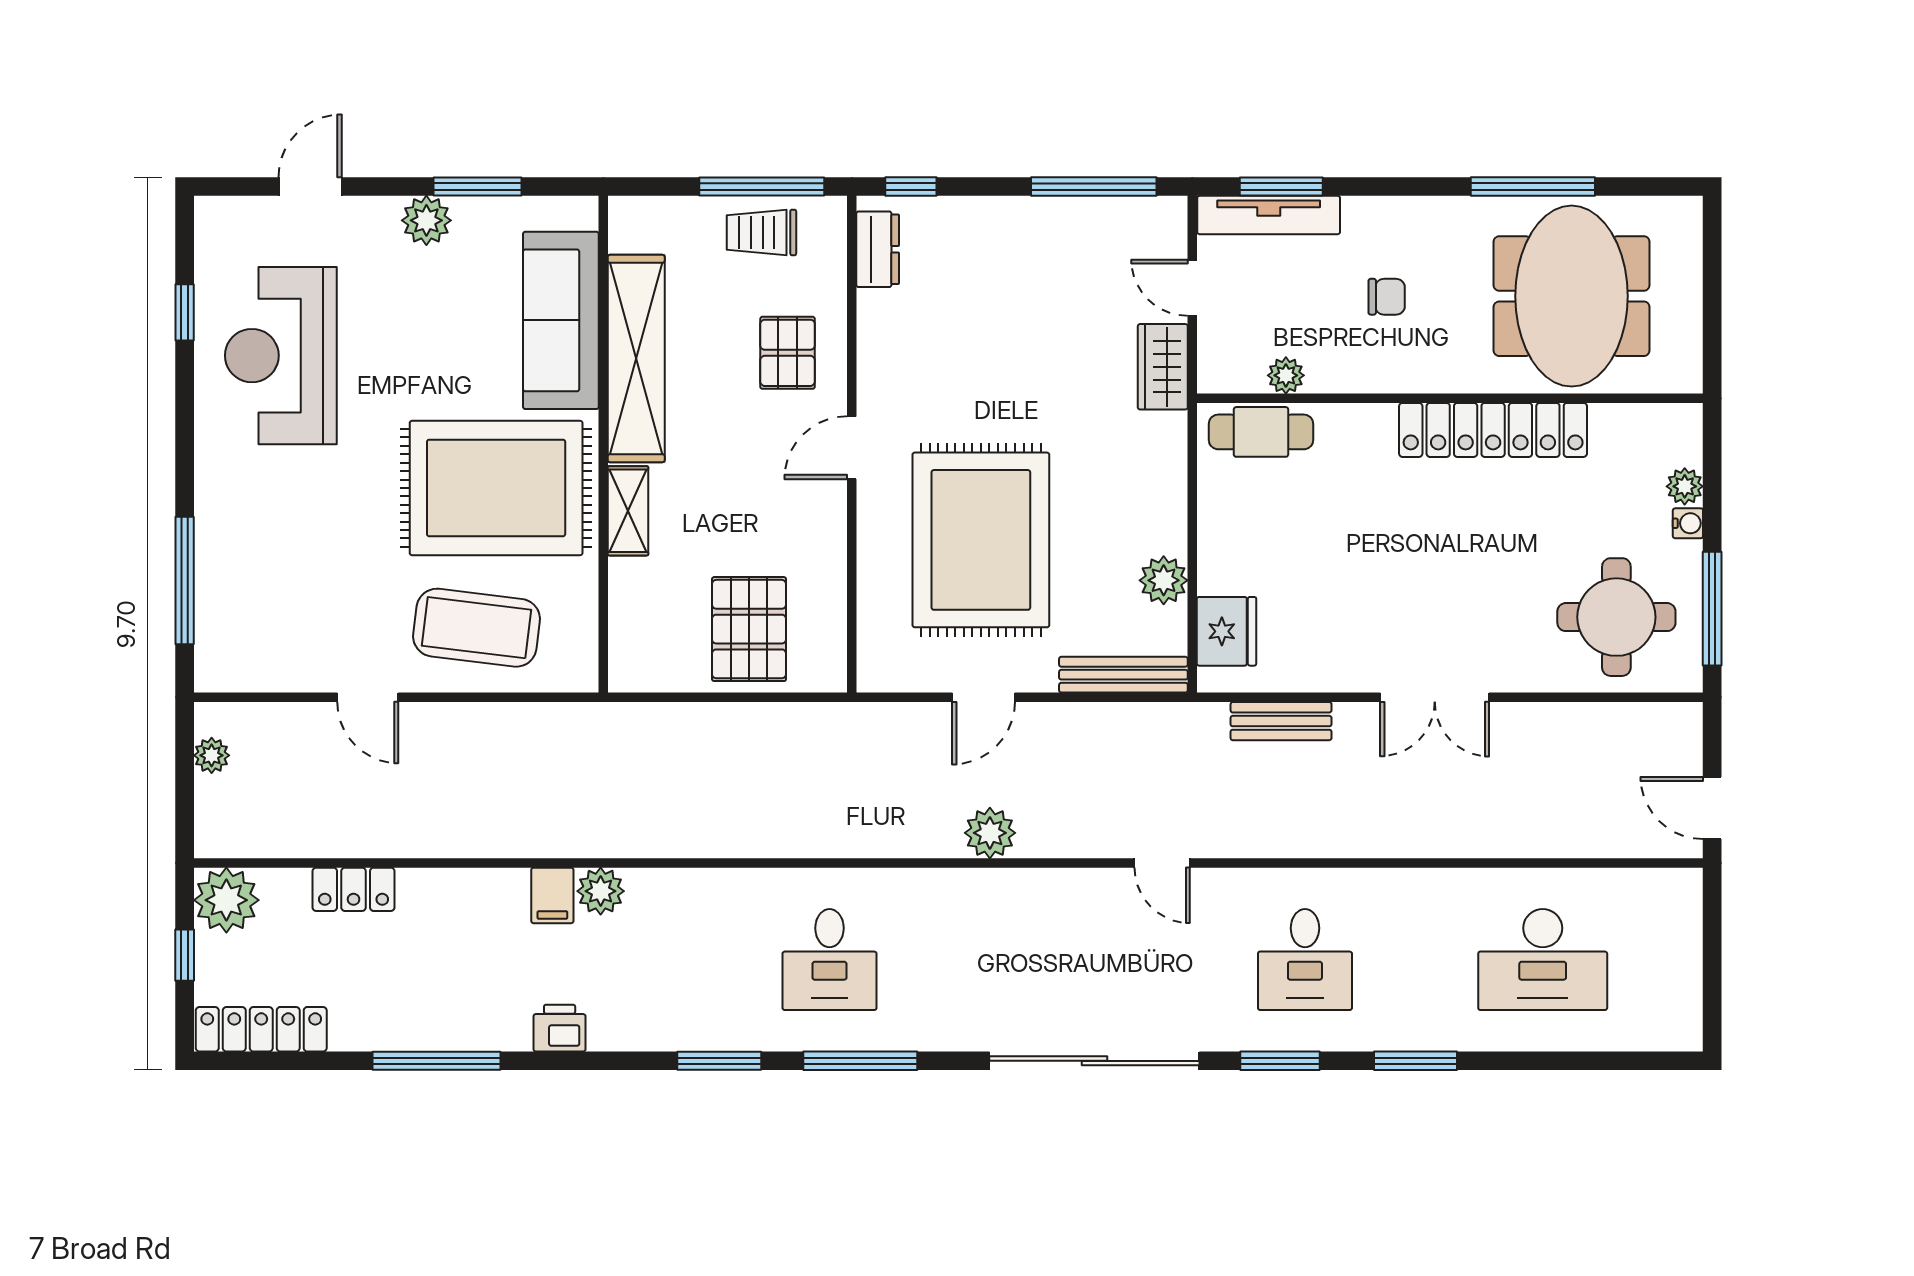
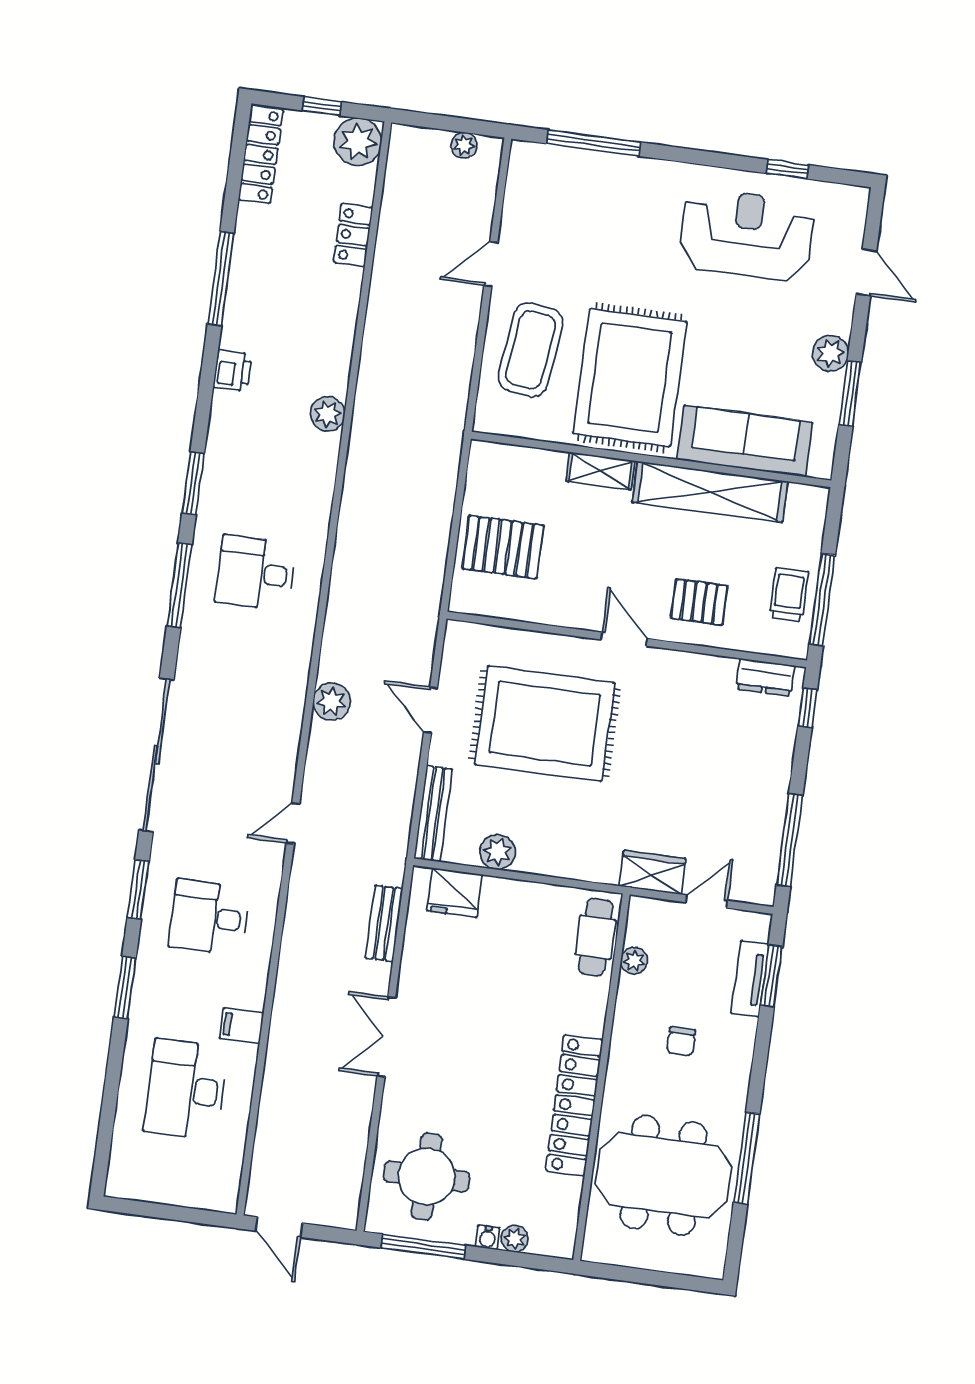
tv unit: (1269, 215) -> (750, 979), width x0.71
door: (1712, 808) -> (279, 1227), swing flipped
filing cabinet: (552, 895) -> (242, 1026), moved

